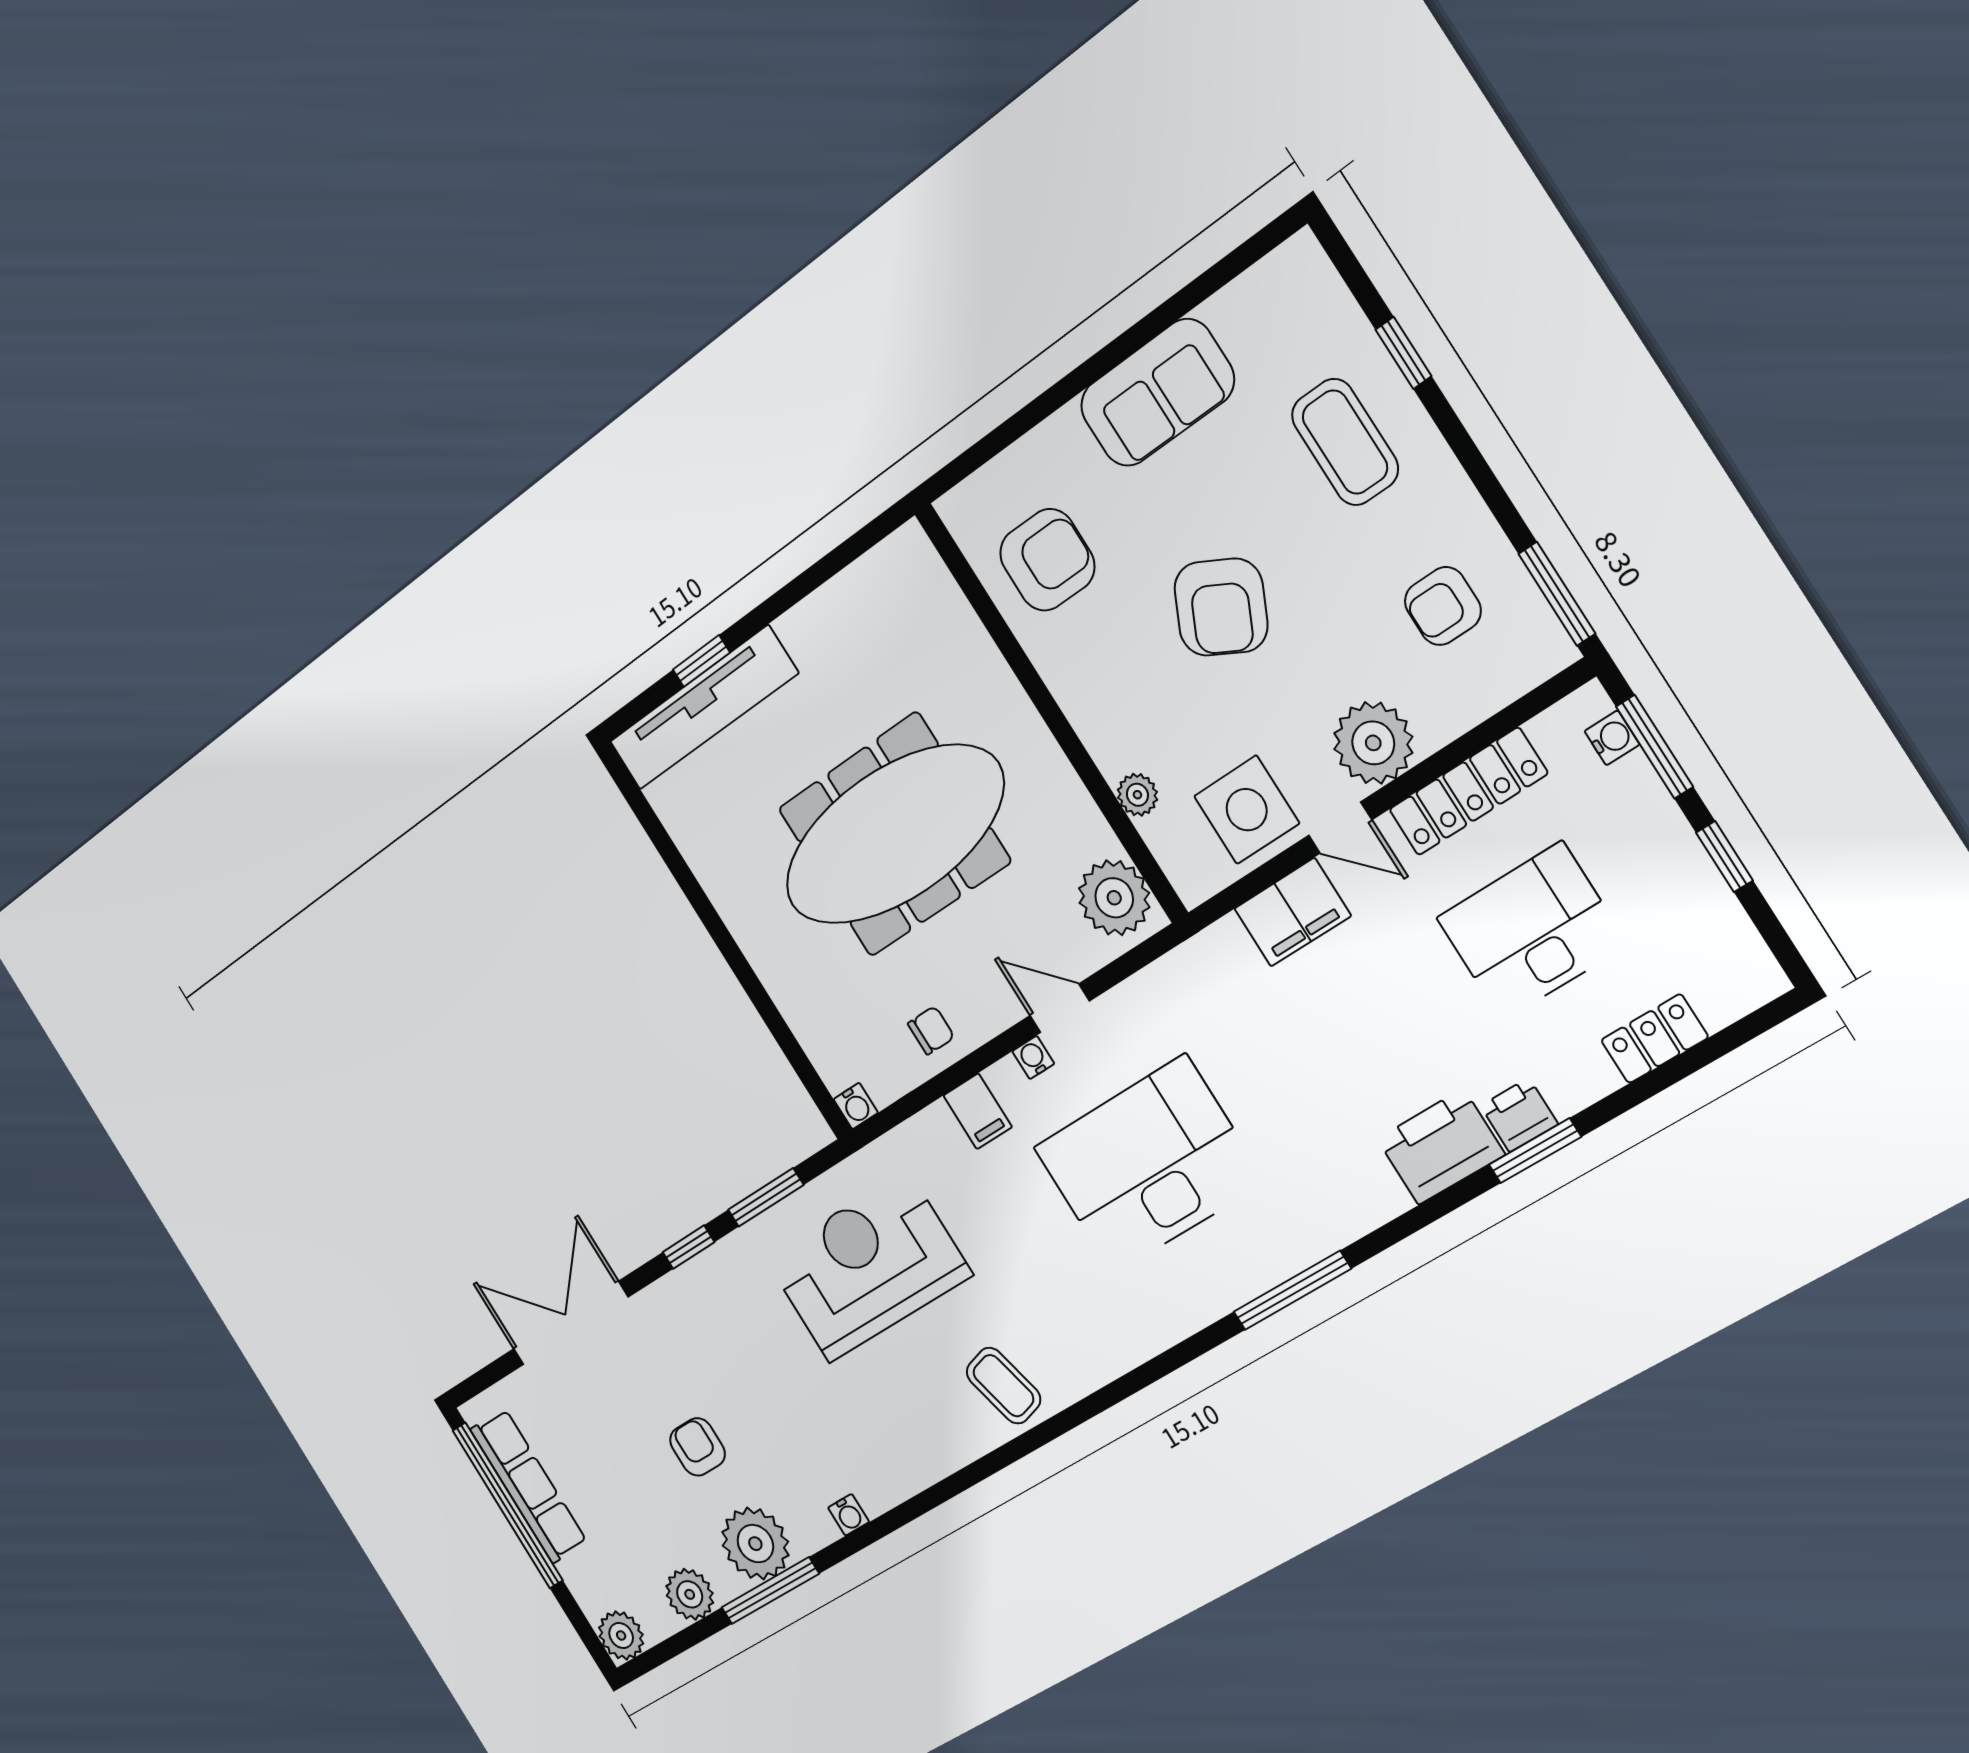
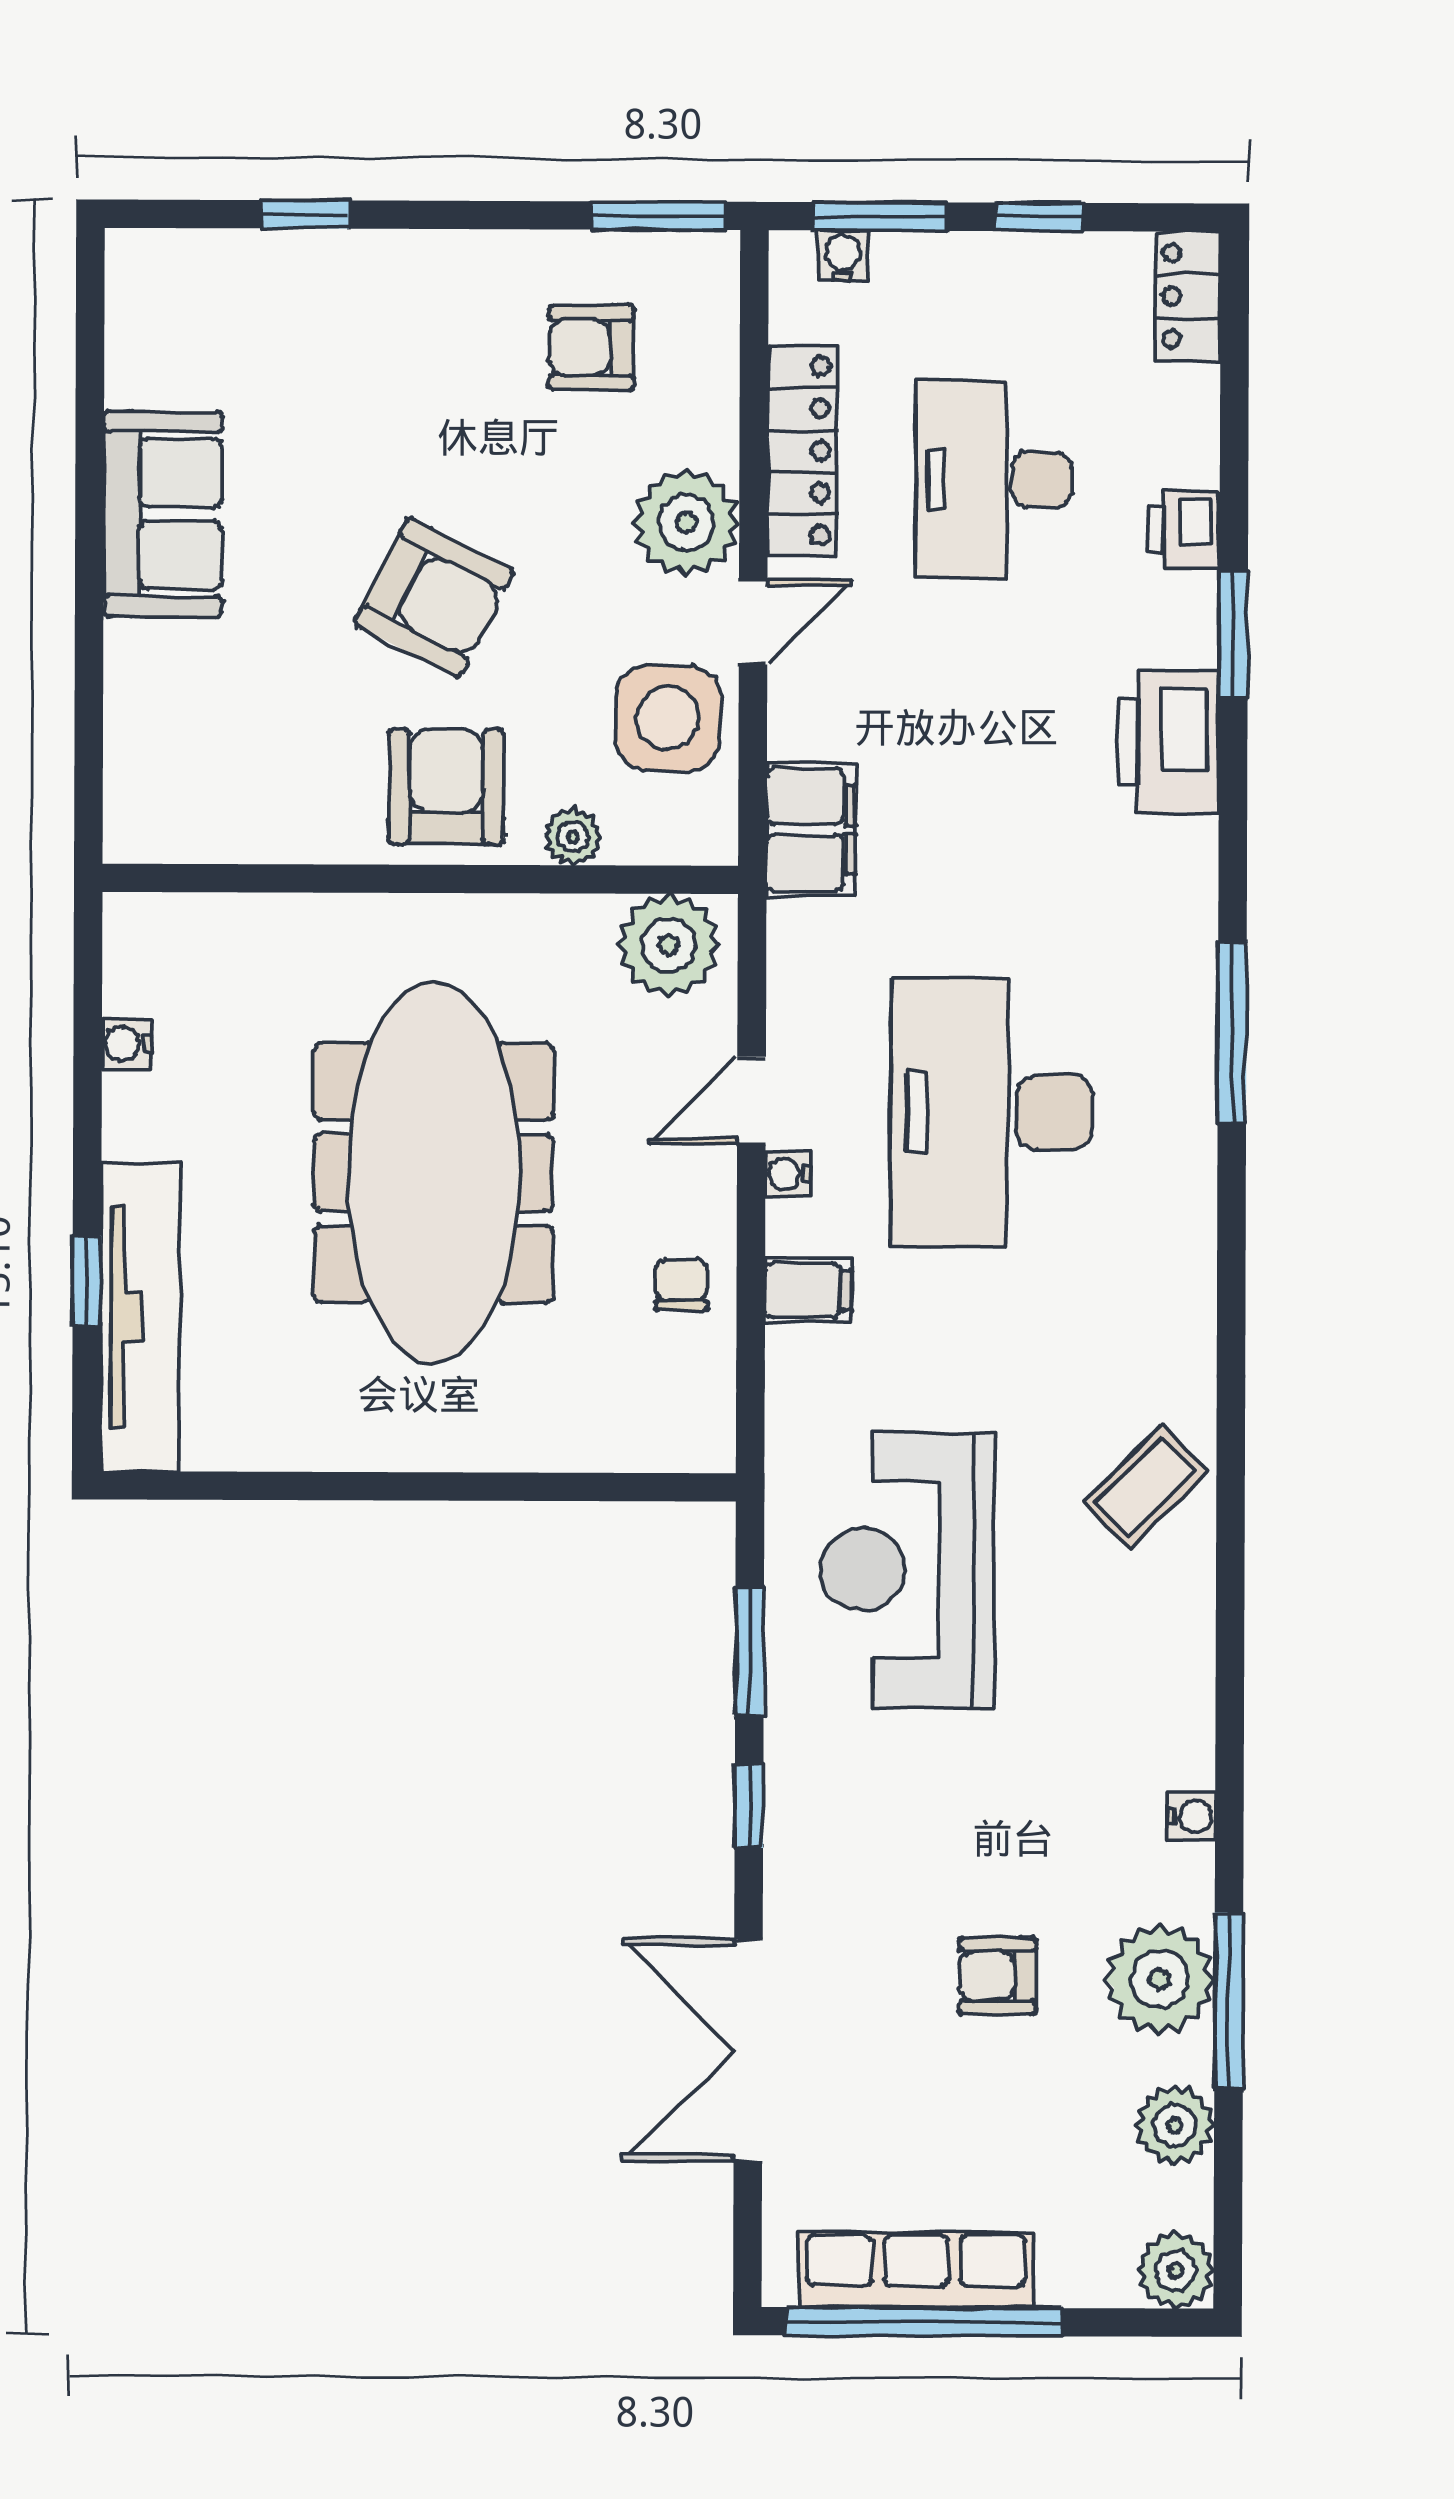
coffee table: (1345, 442) -> (353, 340), removed
armchair: (1047, 560) -> (446, 787), moved
armchair: (1443, 606) -> (591, 347), turned 90
filing cabinet: (1293, 912) -> (811, 829), moved
locker: (1655, 1039) -> (1188, 296), moved
water cooler: (856, 1106) -> (127, 1044), moved, turned 180
printer: (1519, 1115) -> (1184, 529), moved
coffee table: (1003, 1386) -> (1146, 1486), turned -30

